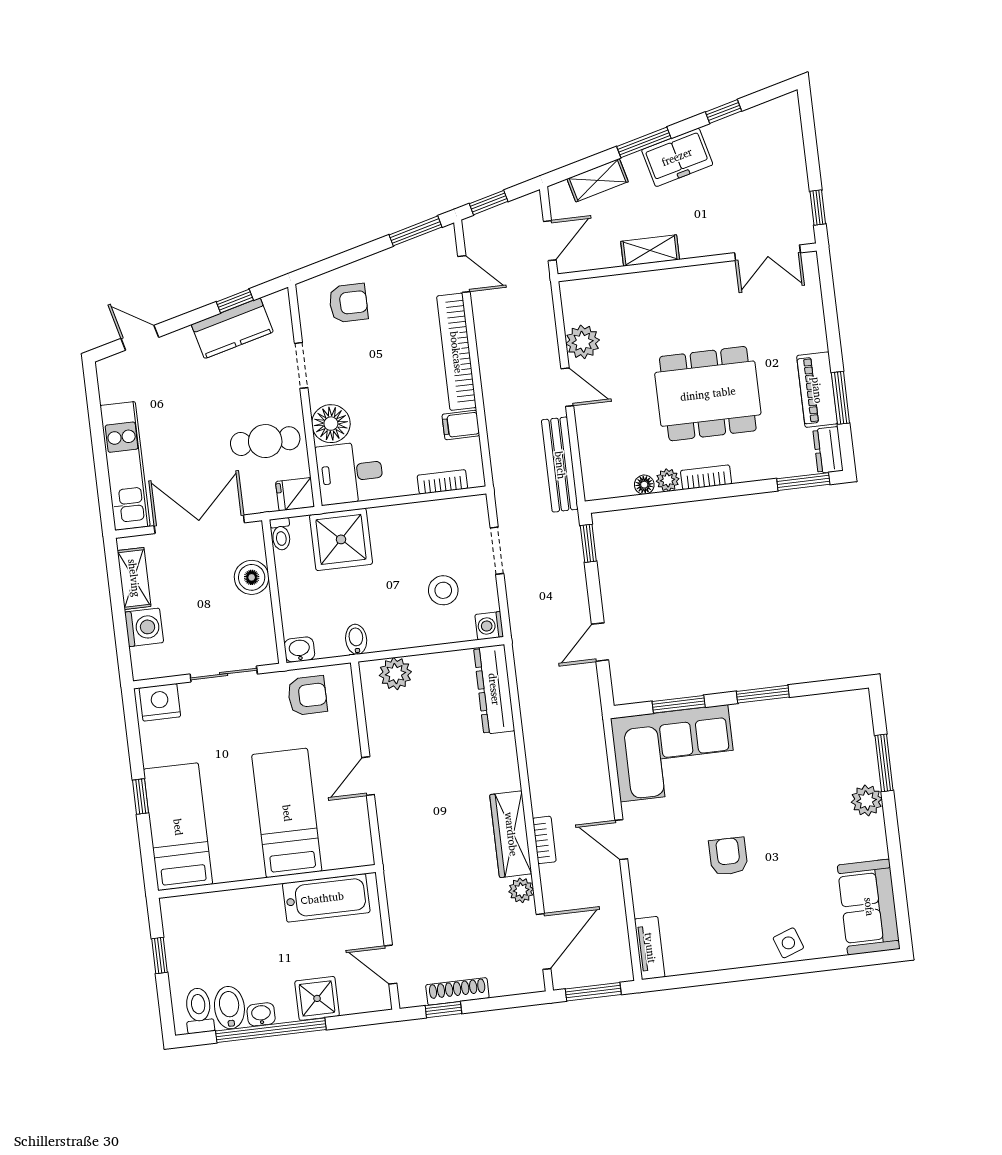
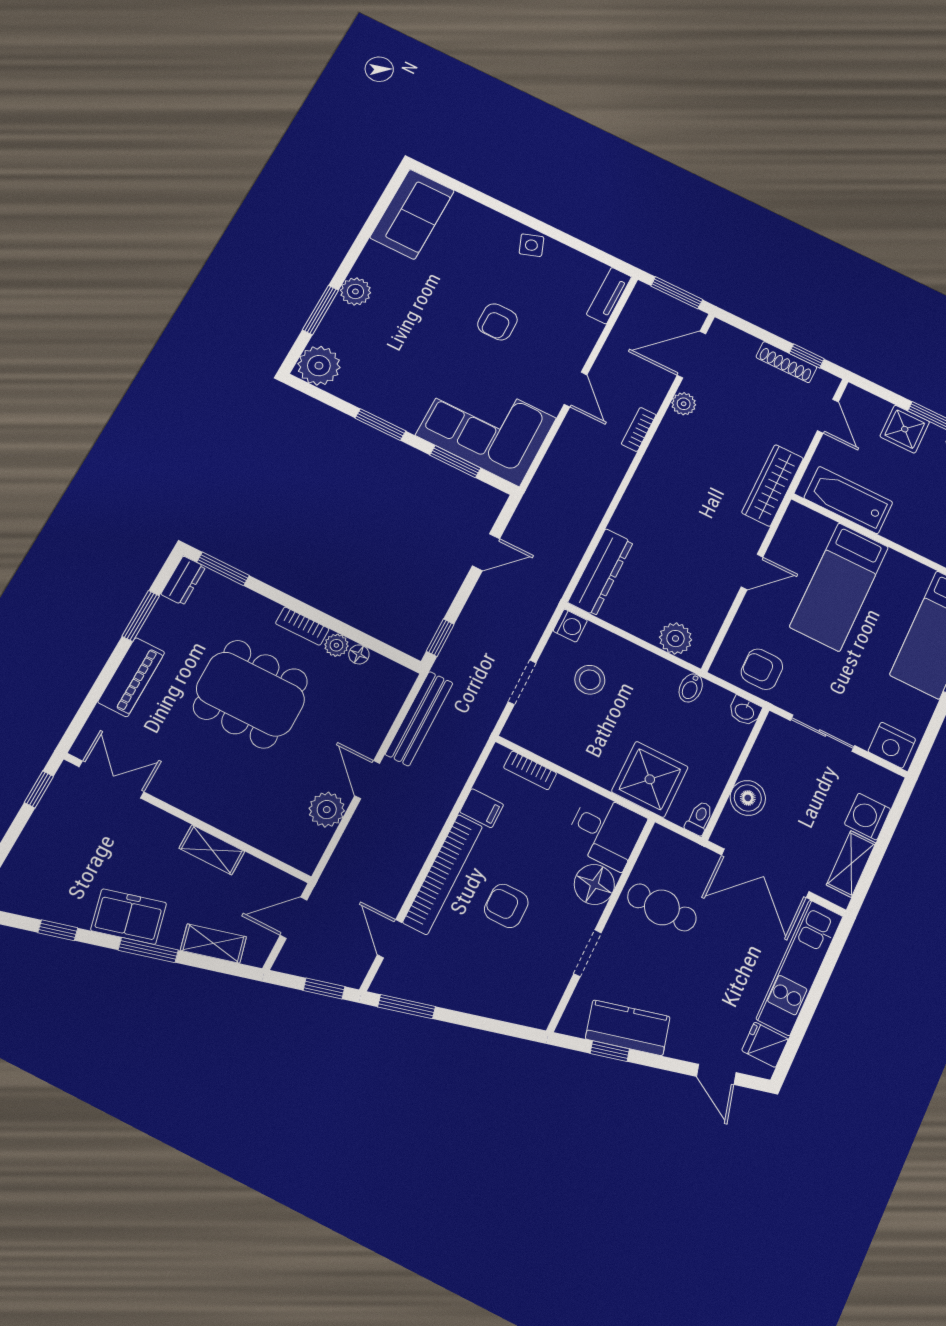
armchair: (348, 303) -> (506, 906), moved
piano: (817, 390) -> (131, 677), moved
fridge: (295, 494) -> (765, 1045), moved, turned 180
plant: (850, 712) -> (319, 366), added
wardrobe: (511, 834) -> (773, 485), moved, turned 180
side table: (788, 943) -> (531, 245), moved

